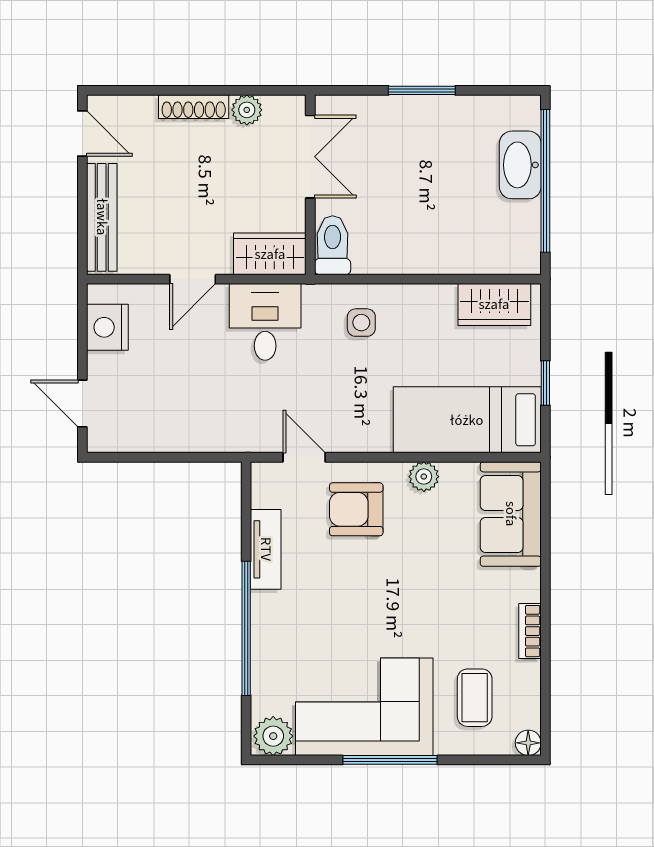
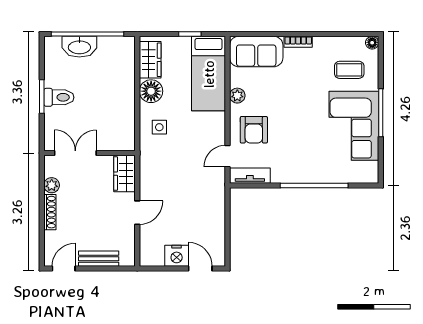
bench: (102, 217) -> (99, 259), width x0.73
toilet: (333, 245) -> (59, 97), moved, turned 180
door: (193, 279) -> (137, 213), hinge flipped
floor lamp: (432, 306) -> (151, 91), added
desk: (265, 322) -> (159, 176), removed
nightstand: (107, 327) -> (177, 256), moved
door: (82, 404) -> (200, 268), swing flipped
tv unit: (266, 549) -> (250, 176), moved
bookcase: (530, 631) -> (298, 42), moved
plant: (273, 736) -> (369, 172), removed

